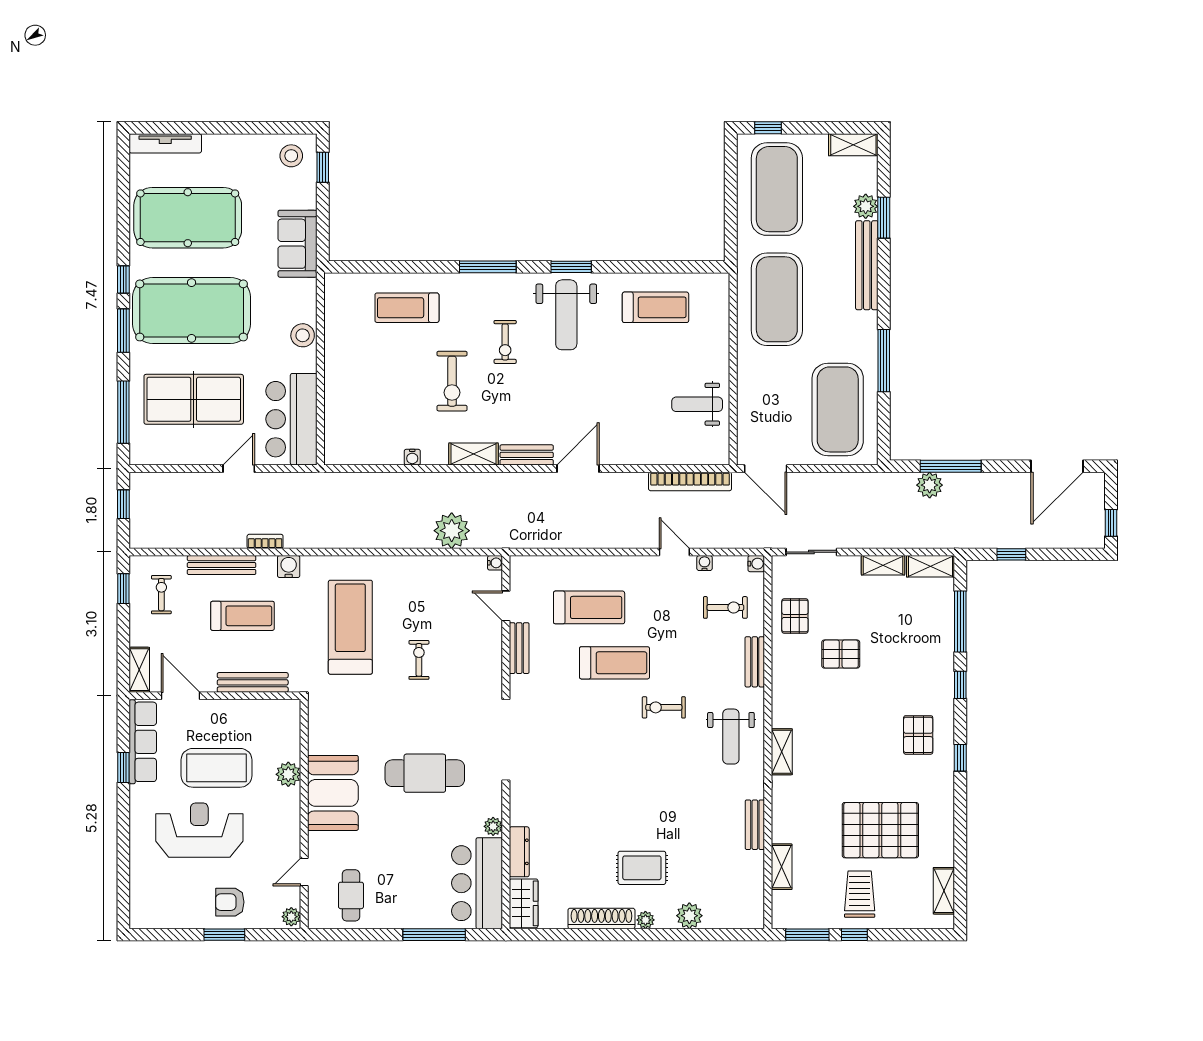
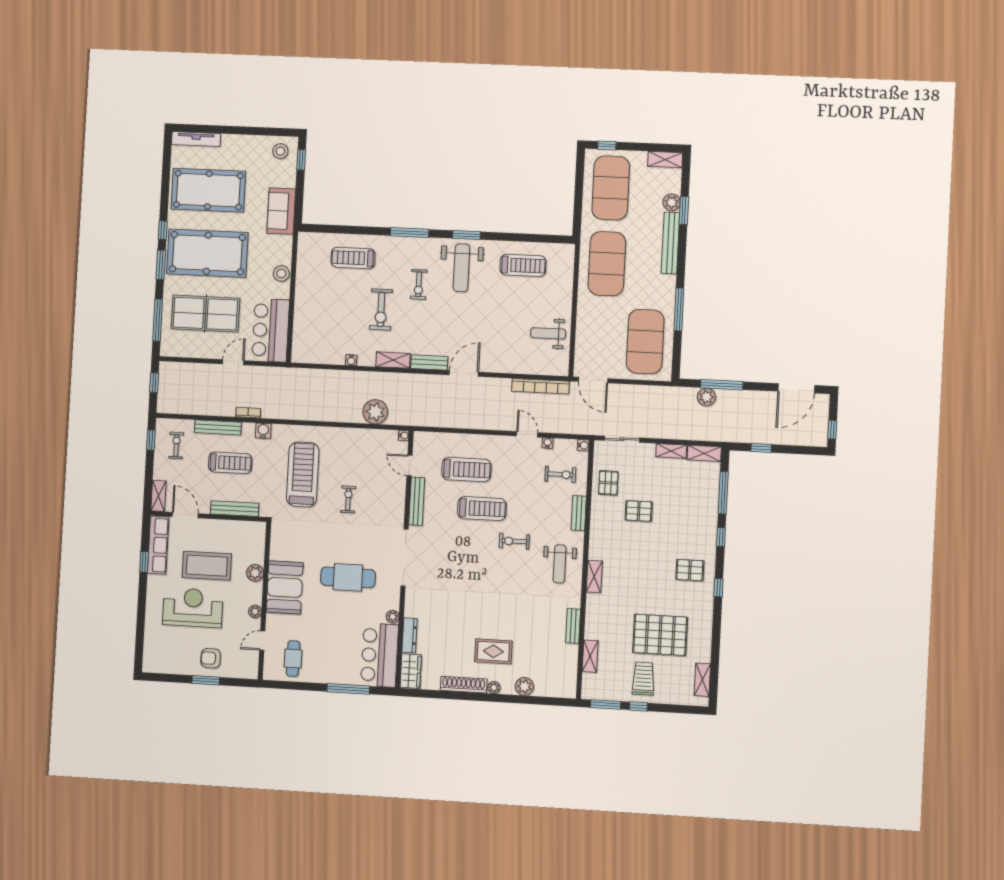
bench: (519, 648) -> (417, 501), width x1.36
pallet: (918, 735) -> (690, 570), turned 90
plant: (291, 917) -> (255, 612), moved

